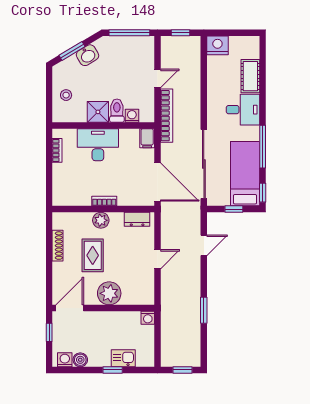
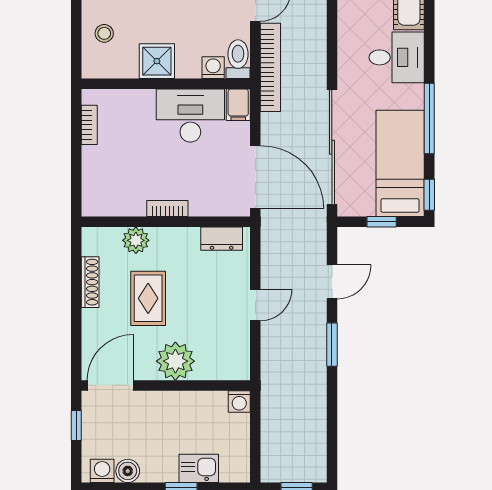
toilet: (117, 111) -> (238, 59), moved
desk: (98, 145) -> (190, 116), moved
plant: (101, 220) -> (136, 240), moved
window: (204, 310) -> (332, 345), moved

